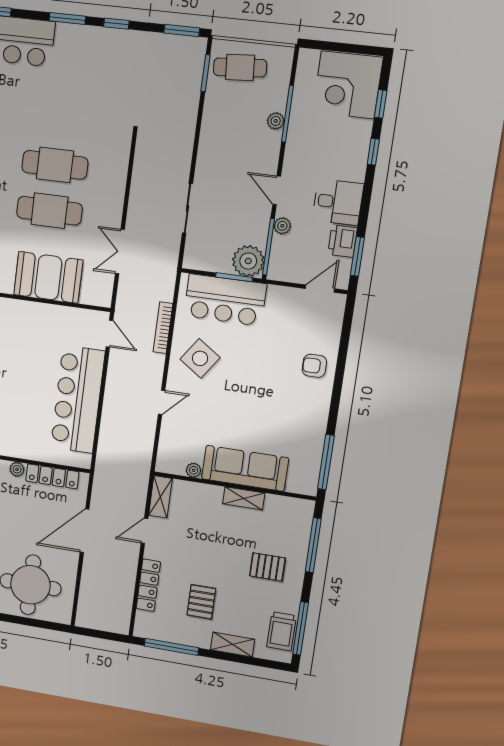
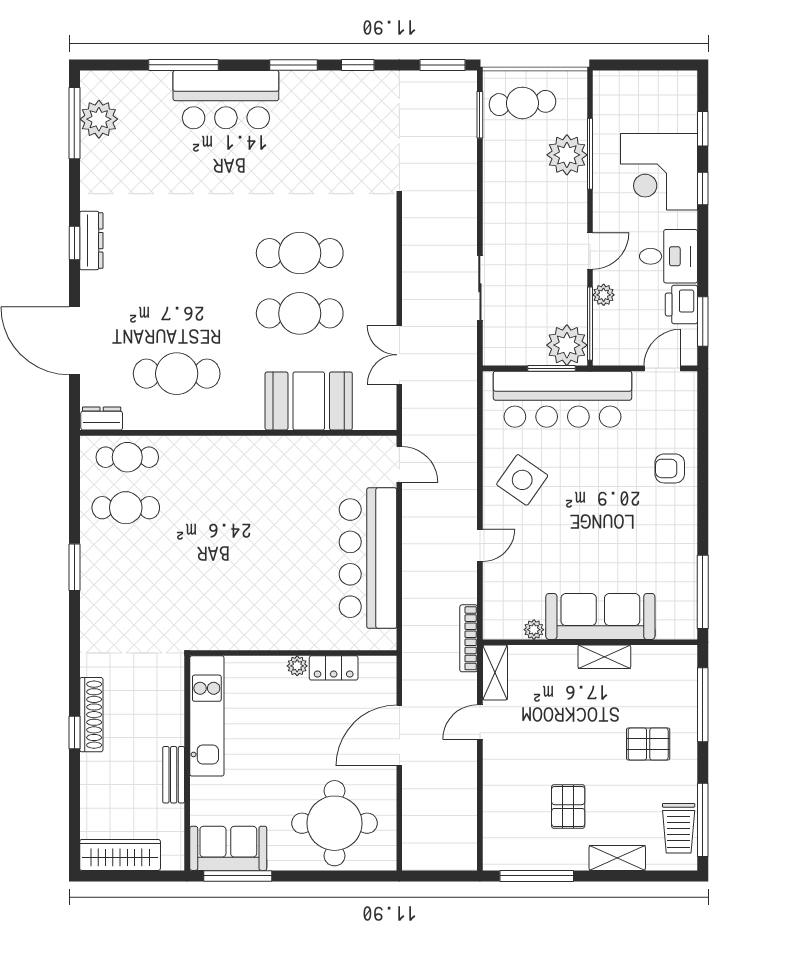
corner desk: (348, 85) -> (659, 172), moved
plant: (276, 121) -> (567, 155), width x1.88, depth x1.88
door: (277, 190) -> (590, 251), swing flipped
bar counter: (225, 300) -> (562, 399), width x1.36
bookcase: (163, 328) -> (469, 638), moved
locker: (52, 476) -> (334, 668), width x0.66
locker: (148, 585) -> (495, 796), removed

